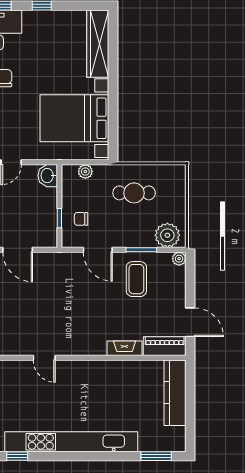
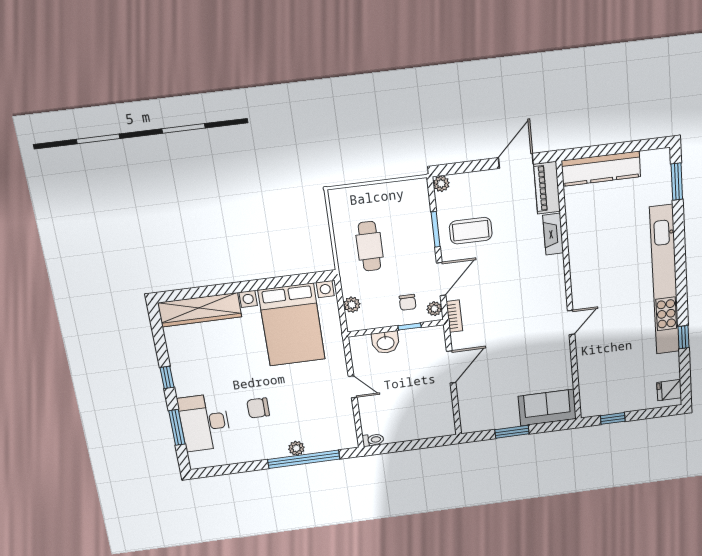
washbasin: (48, 176) -> (385, 342), moved
plant: (167, 235) -> (434, 309), moved, width x0.53, depth x0.53
bookcase: (63, 257) -> (454, 316), added

